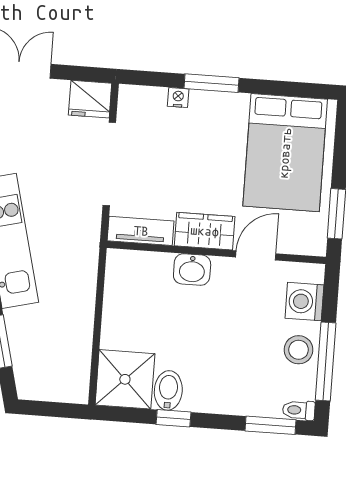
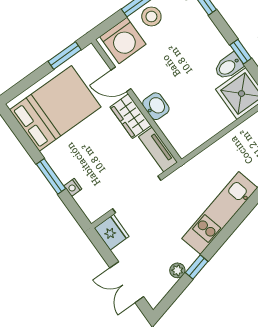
washing machine: (304, 302) -> (123, 40), width x1.37, depth x1.37

